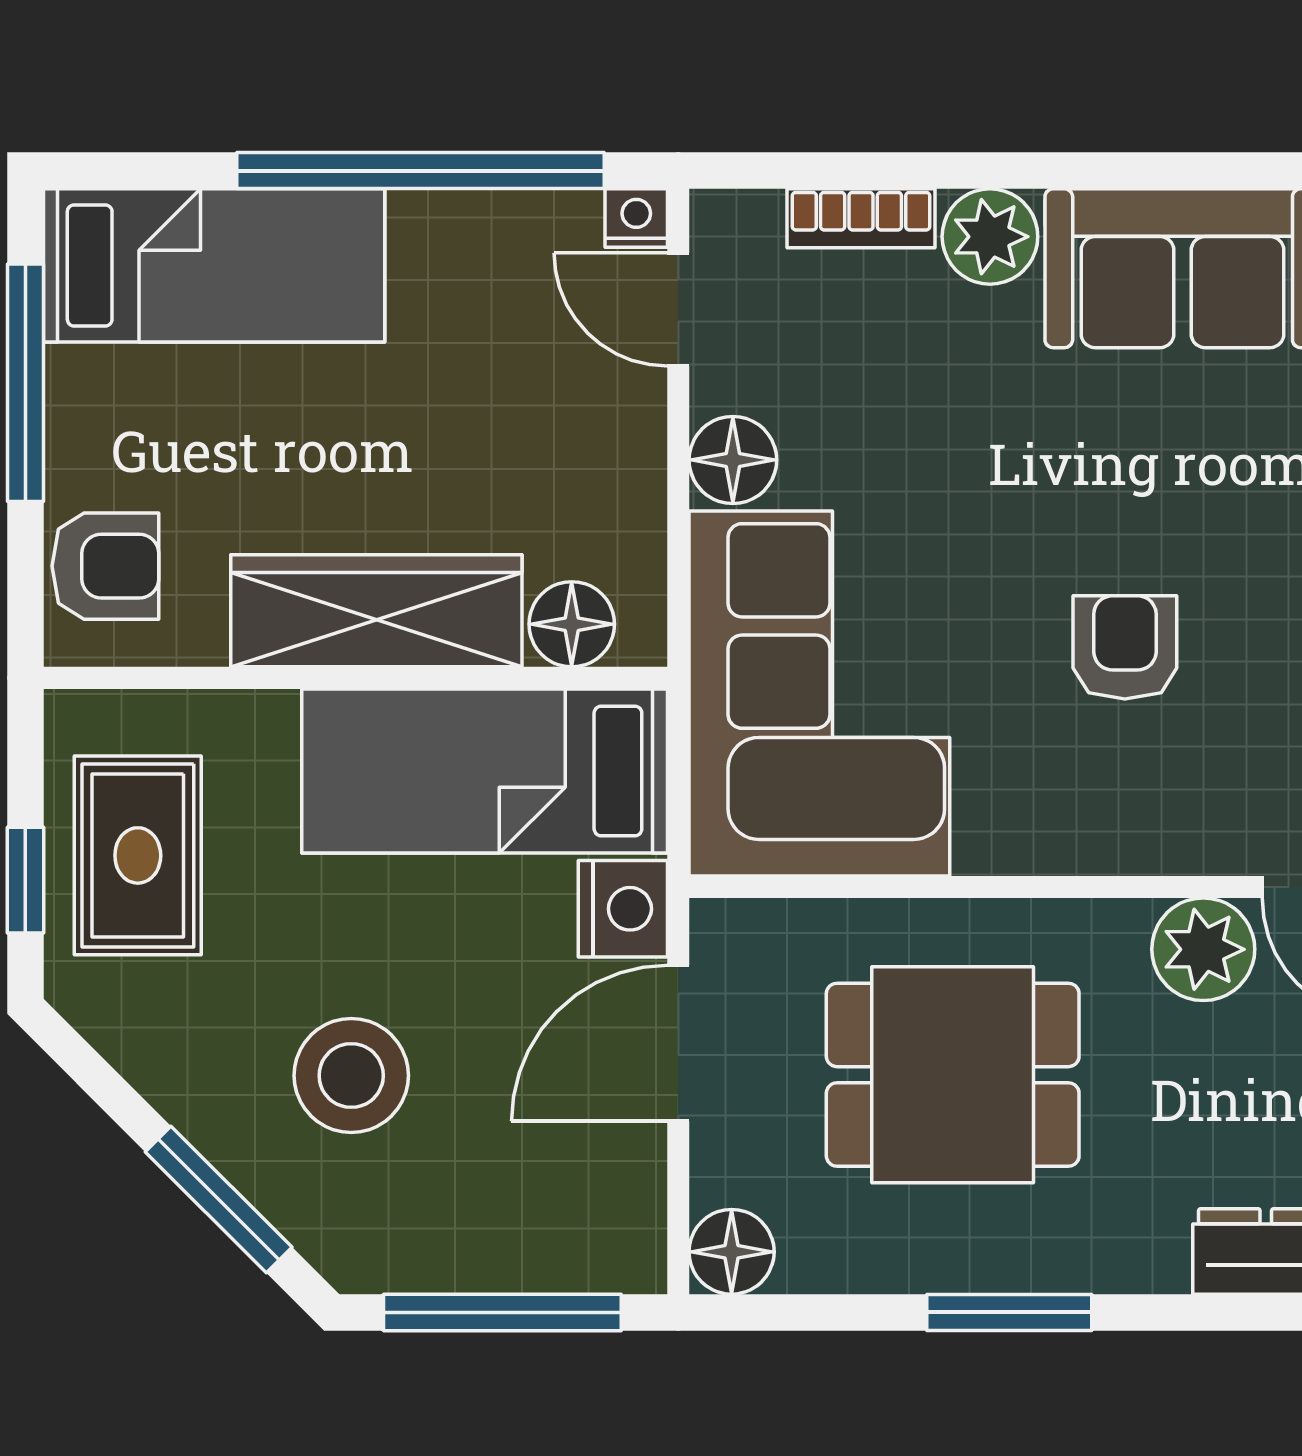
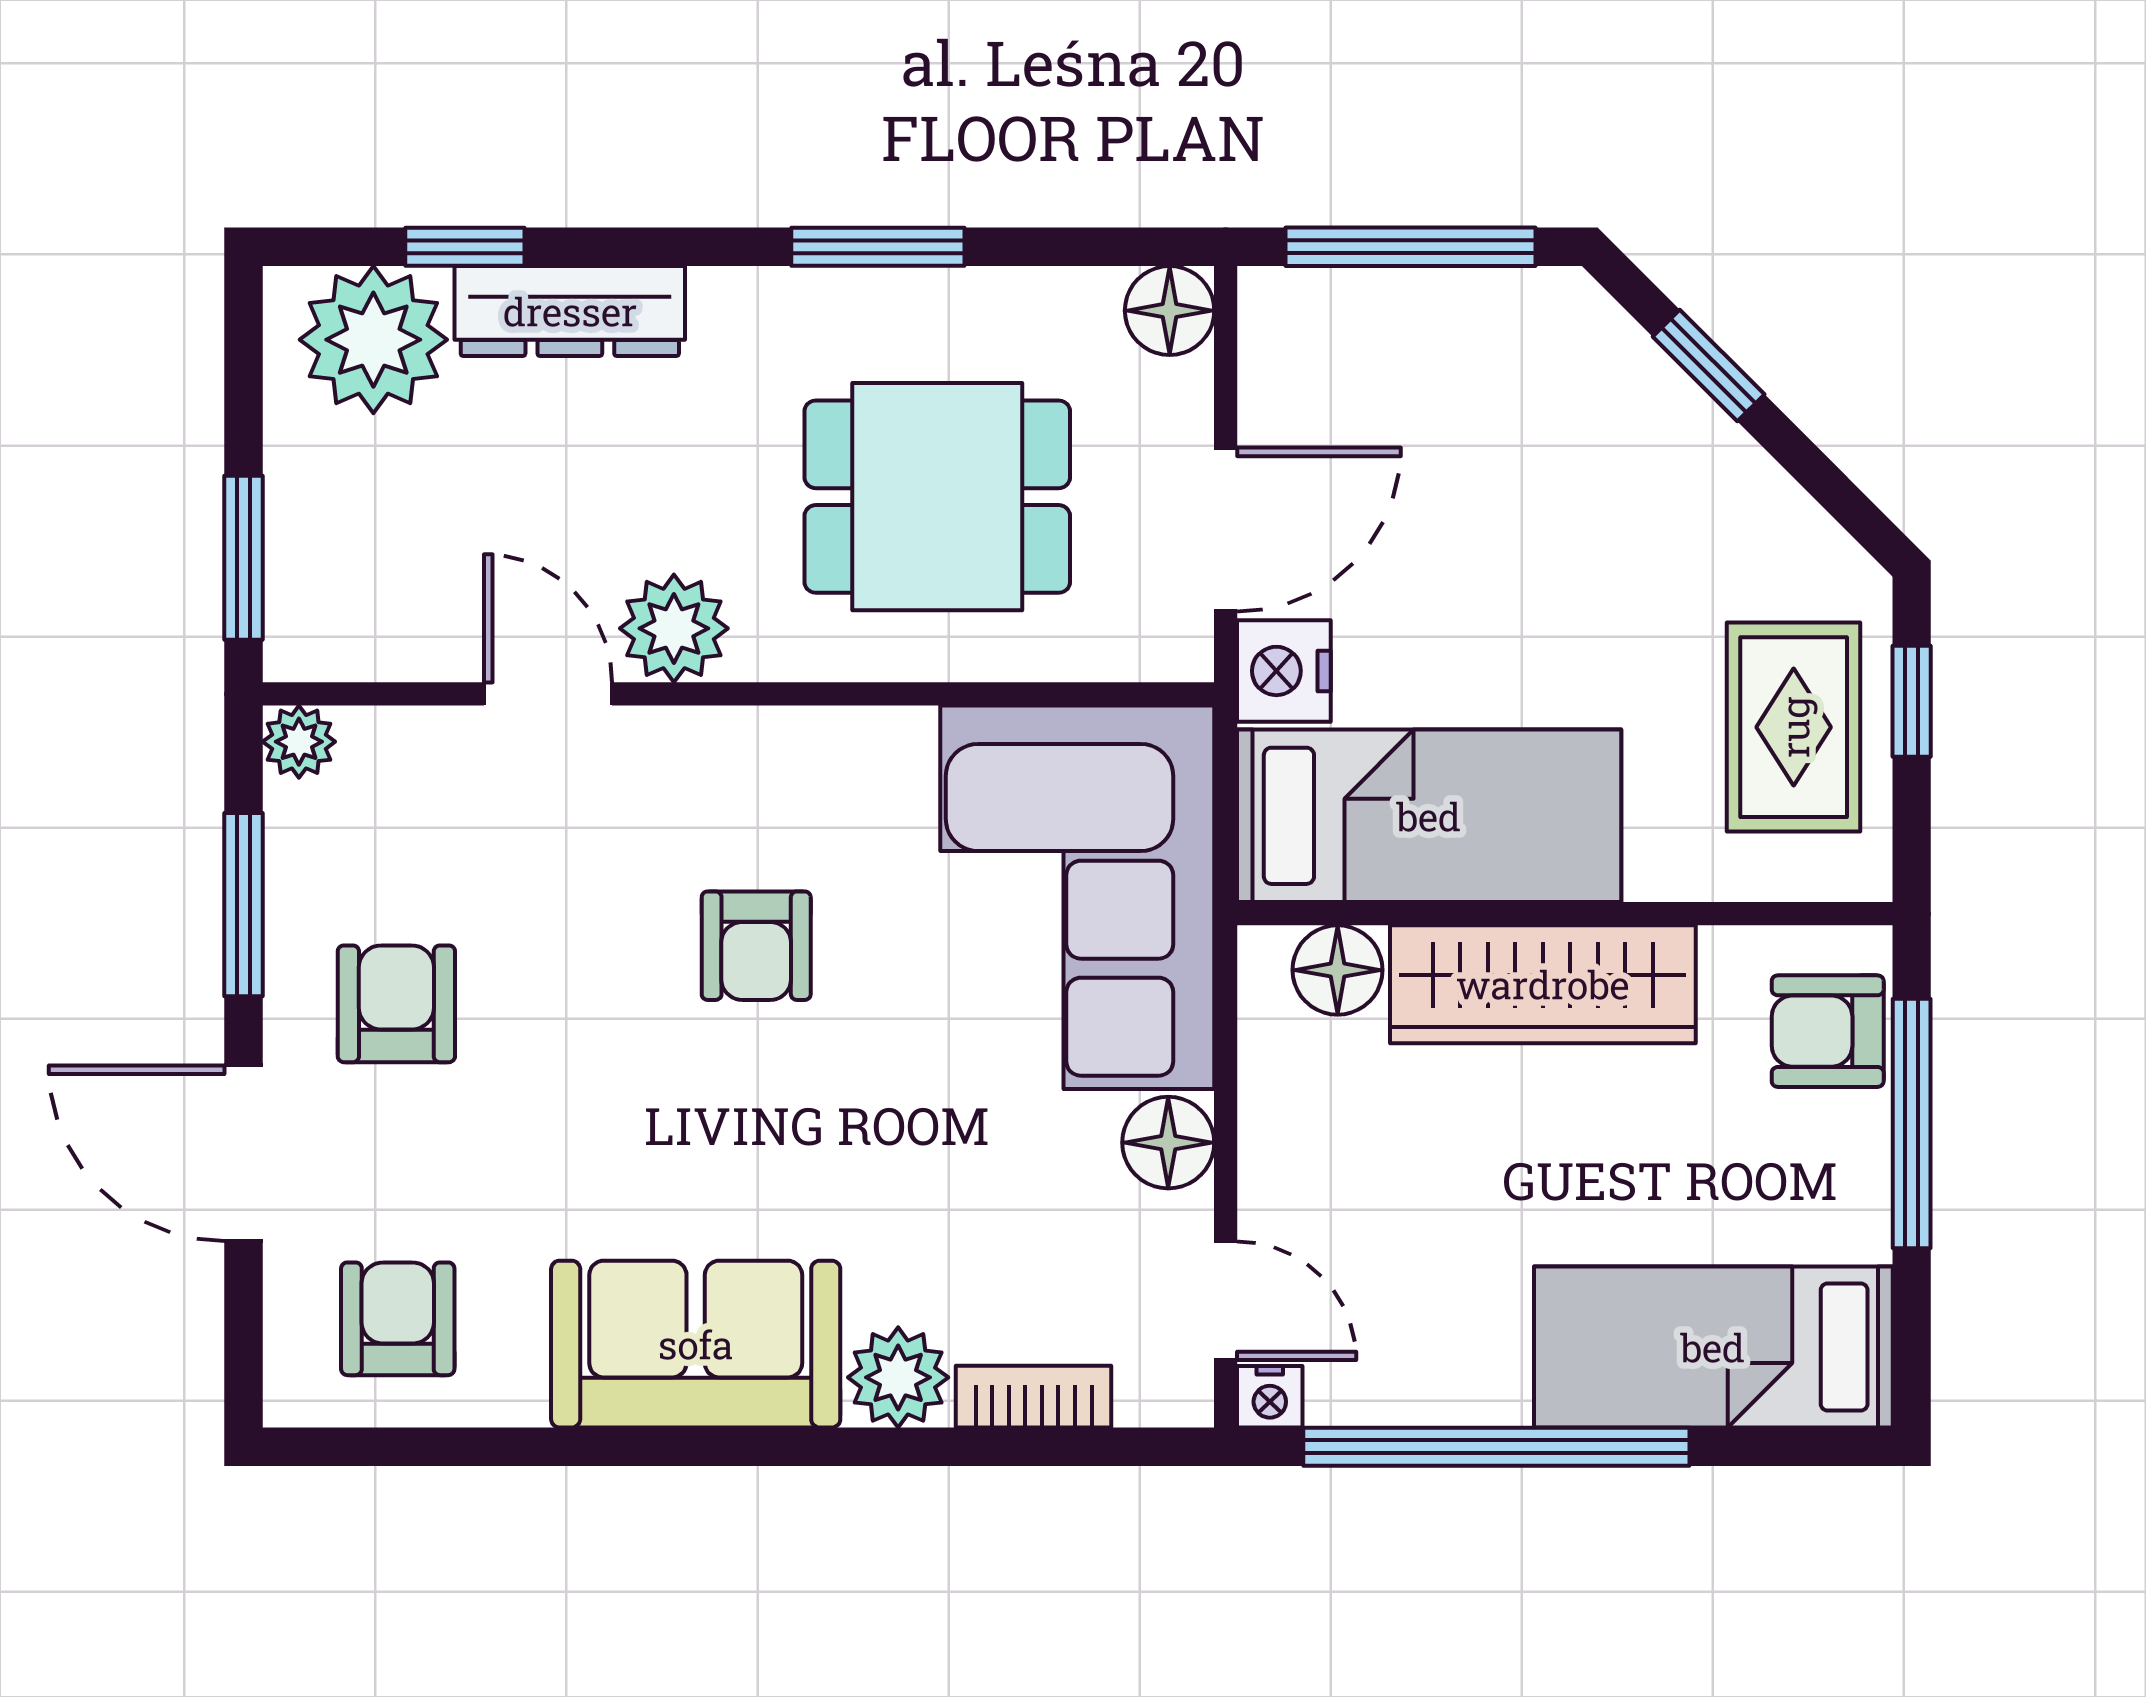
window: (25, 383) -> (1912, 1123), moved
stool: (351, 1076) -> (1569, 496), removed
window: (219, 1199) -> (1709, 366), width x0.67

